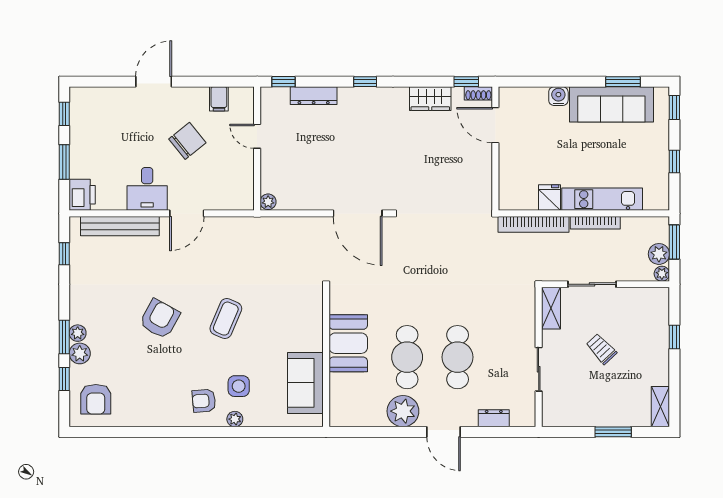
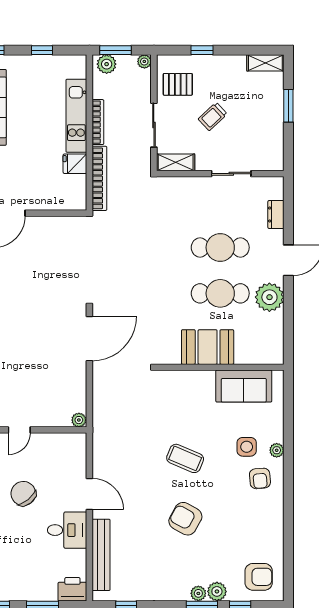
plant: (659, 254) -> (107, 64), moved
pallet: (637, 310) -> (178, 84), added

